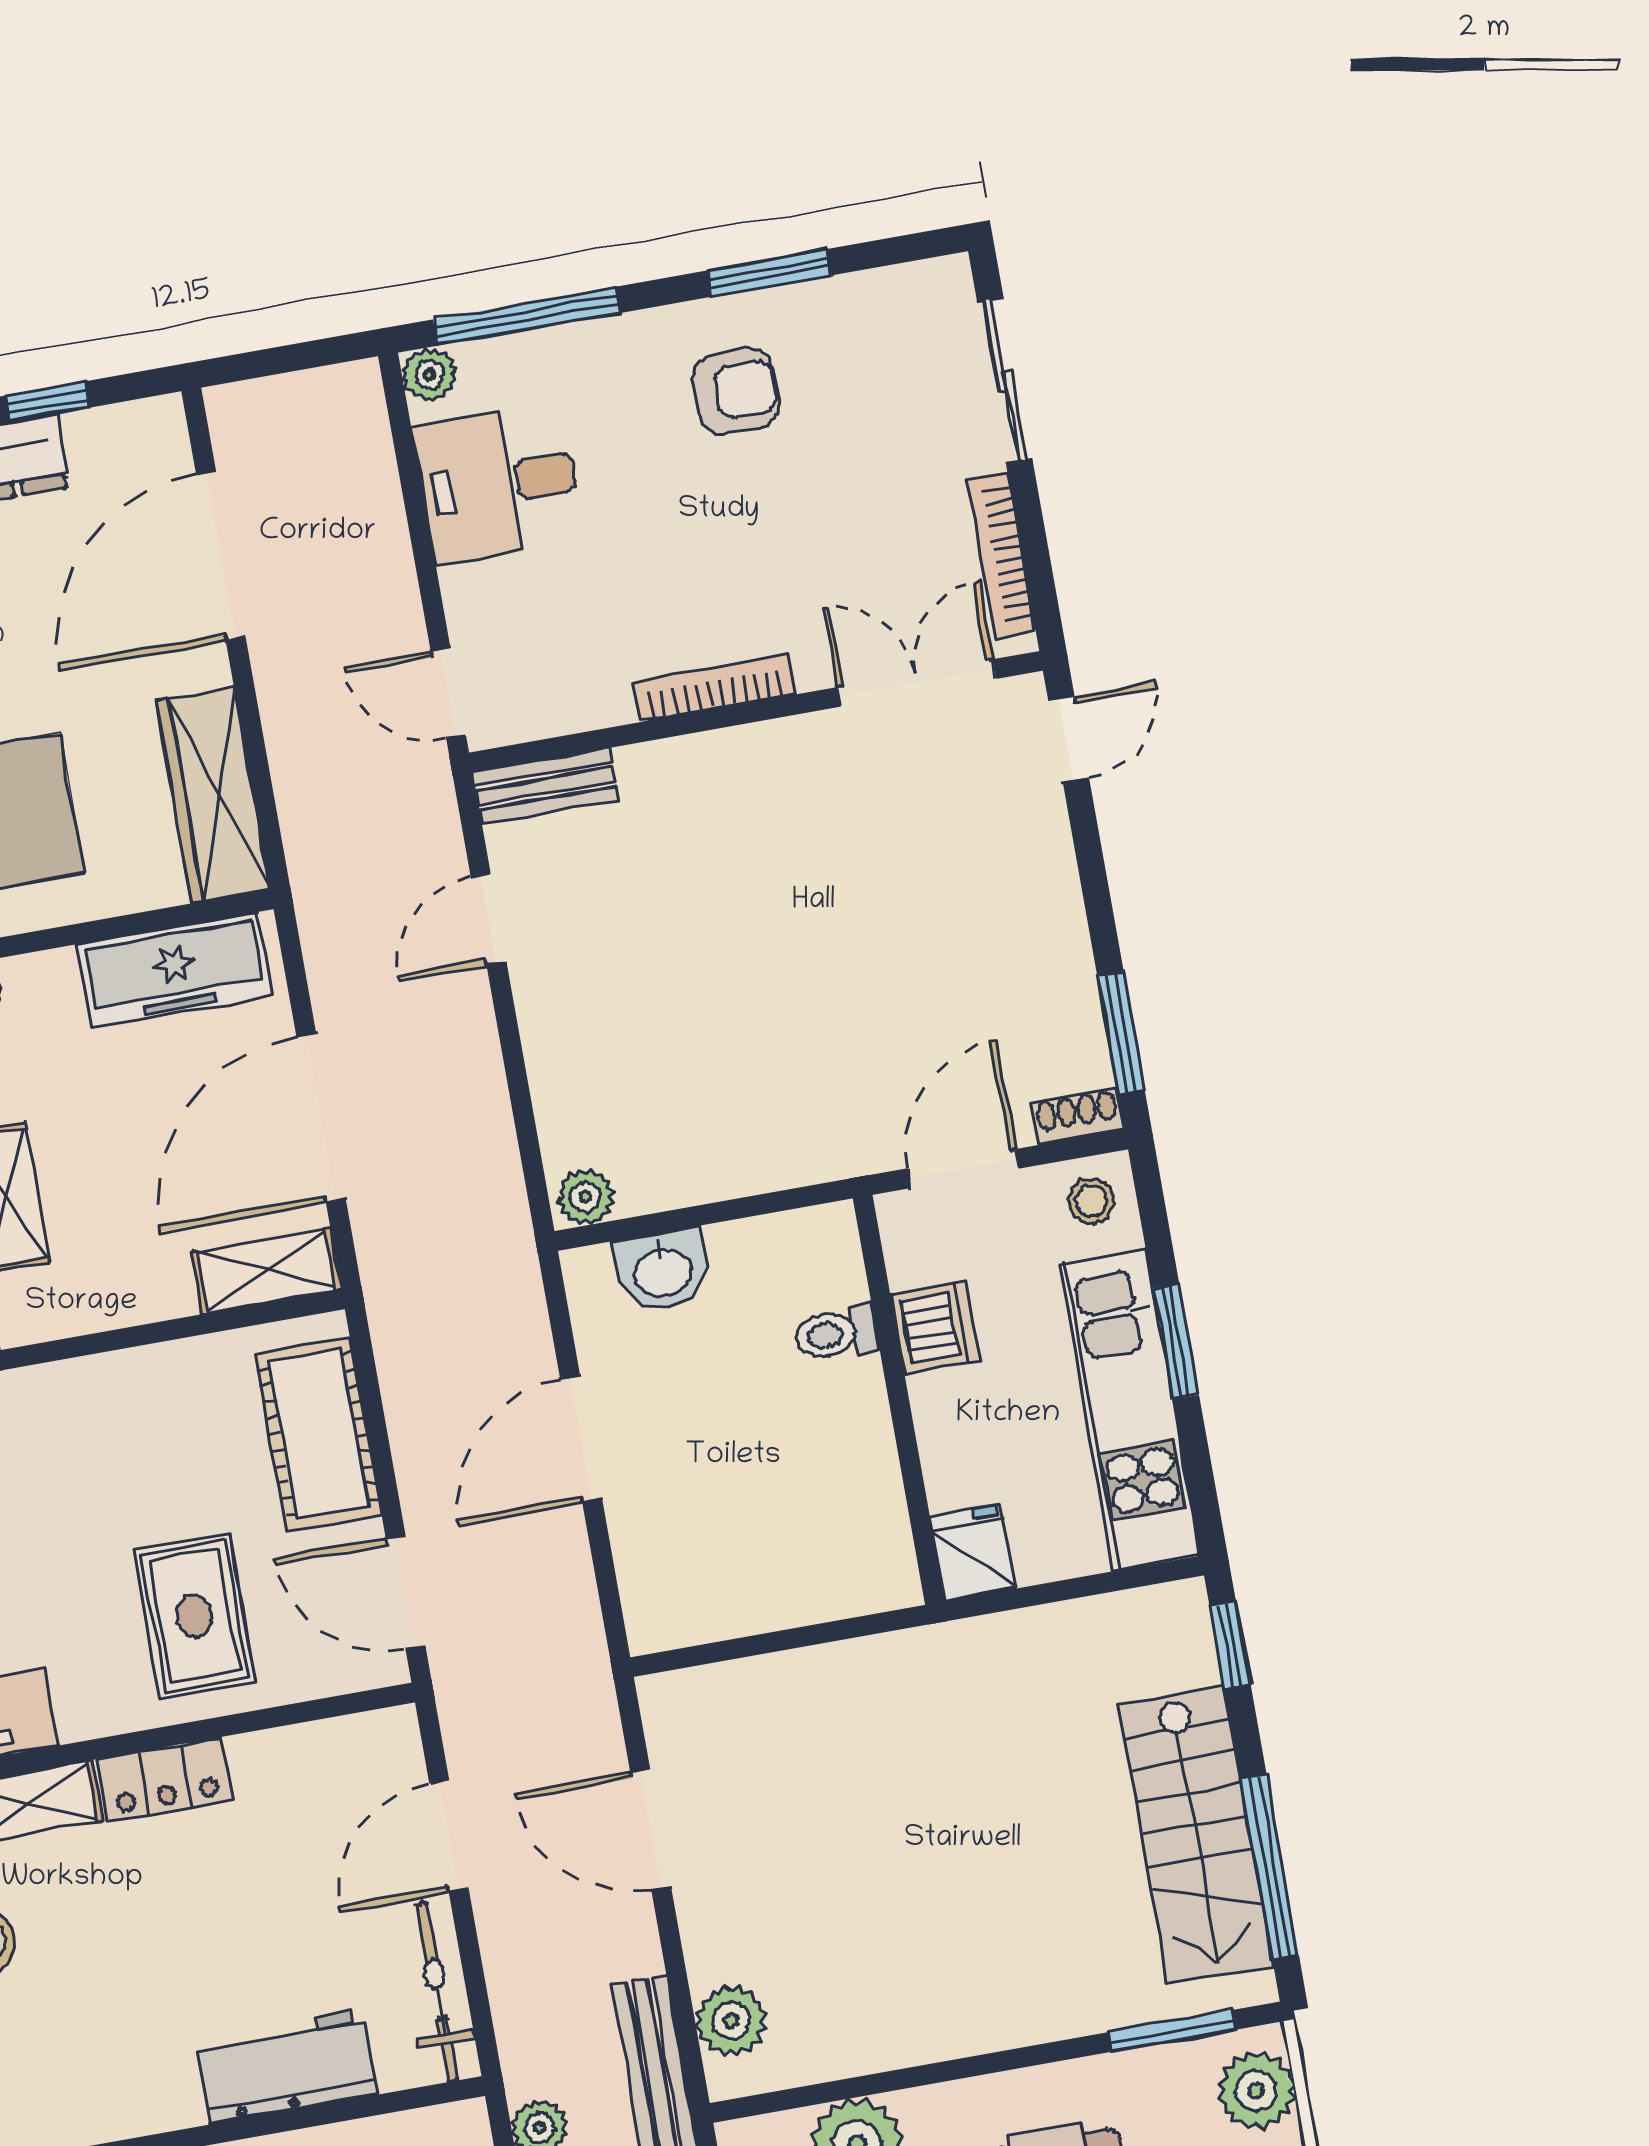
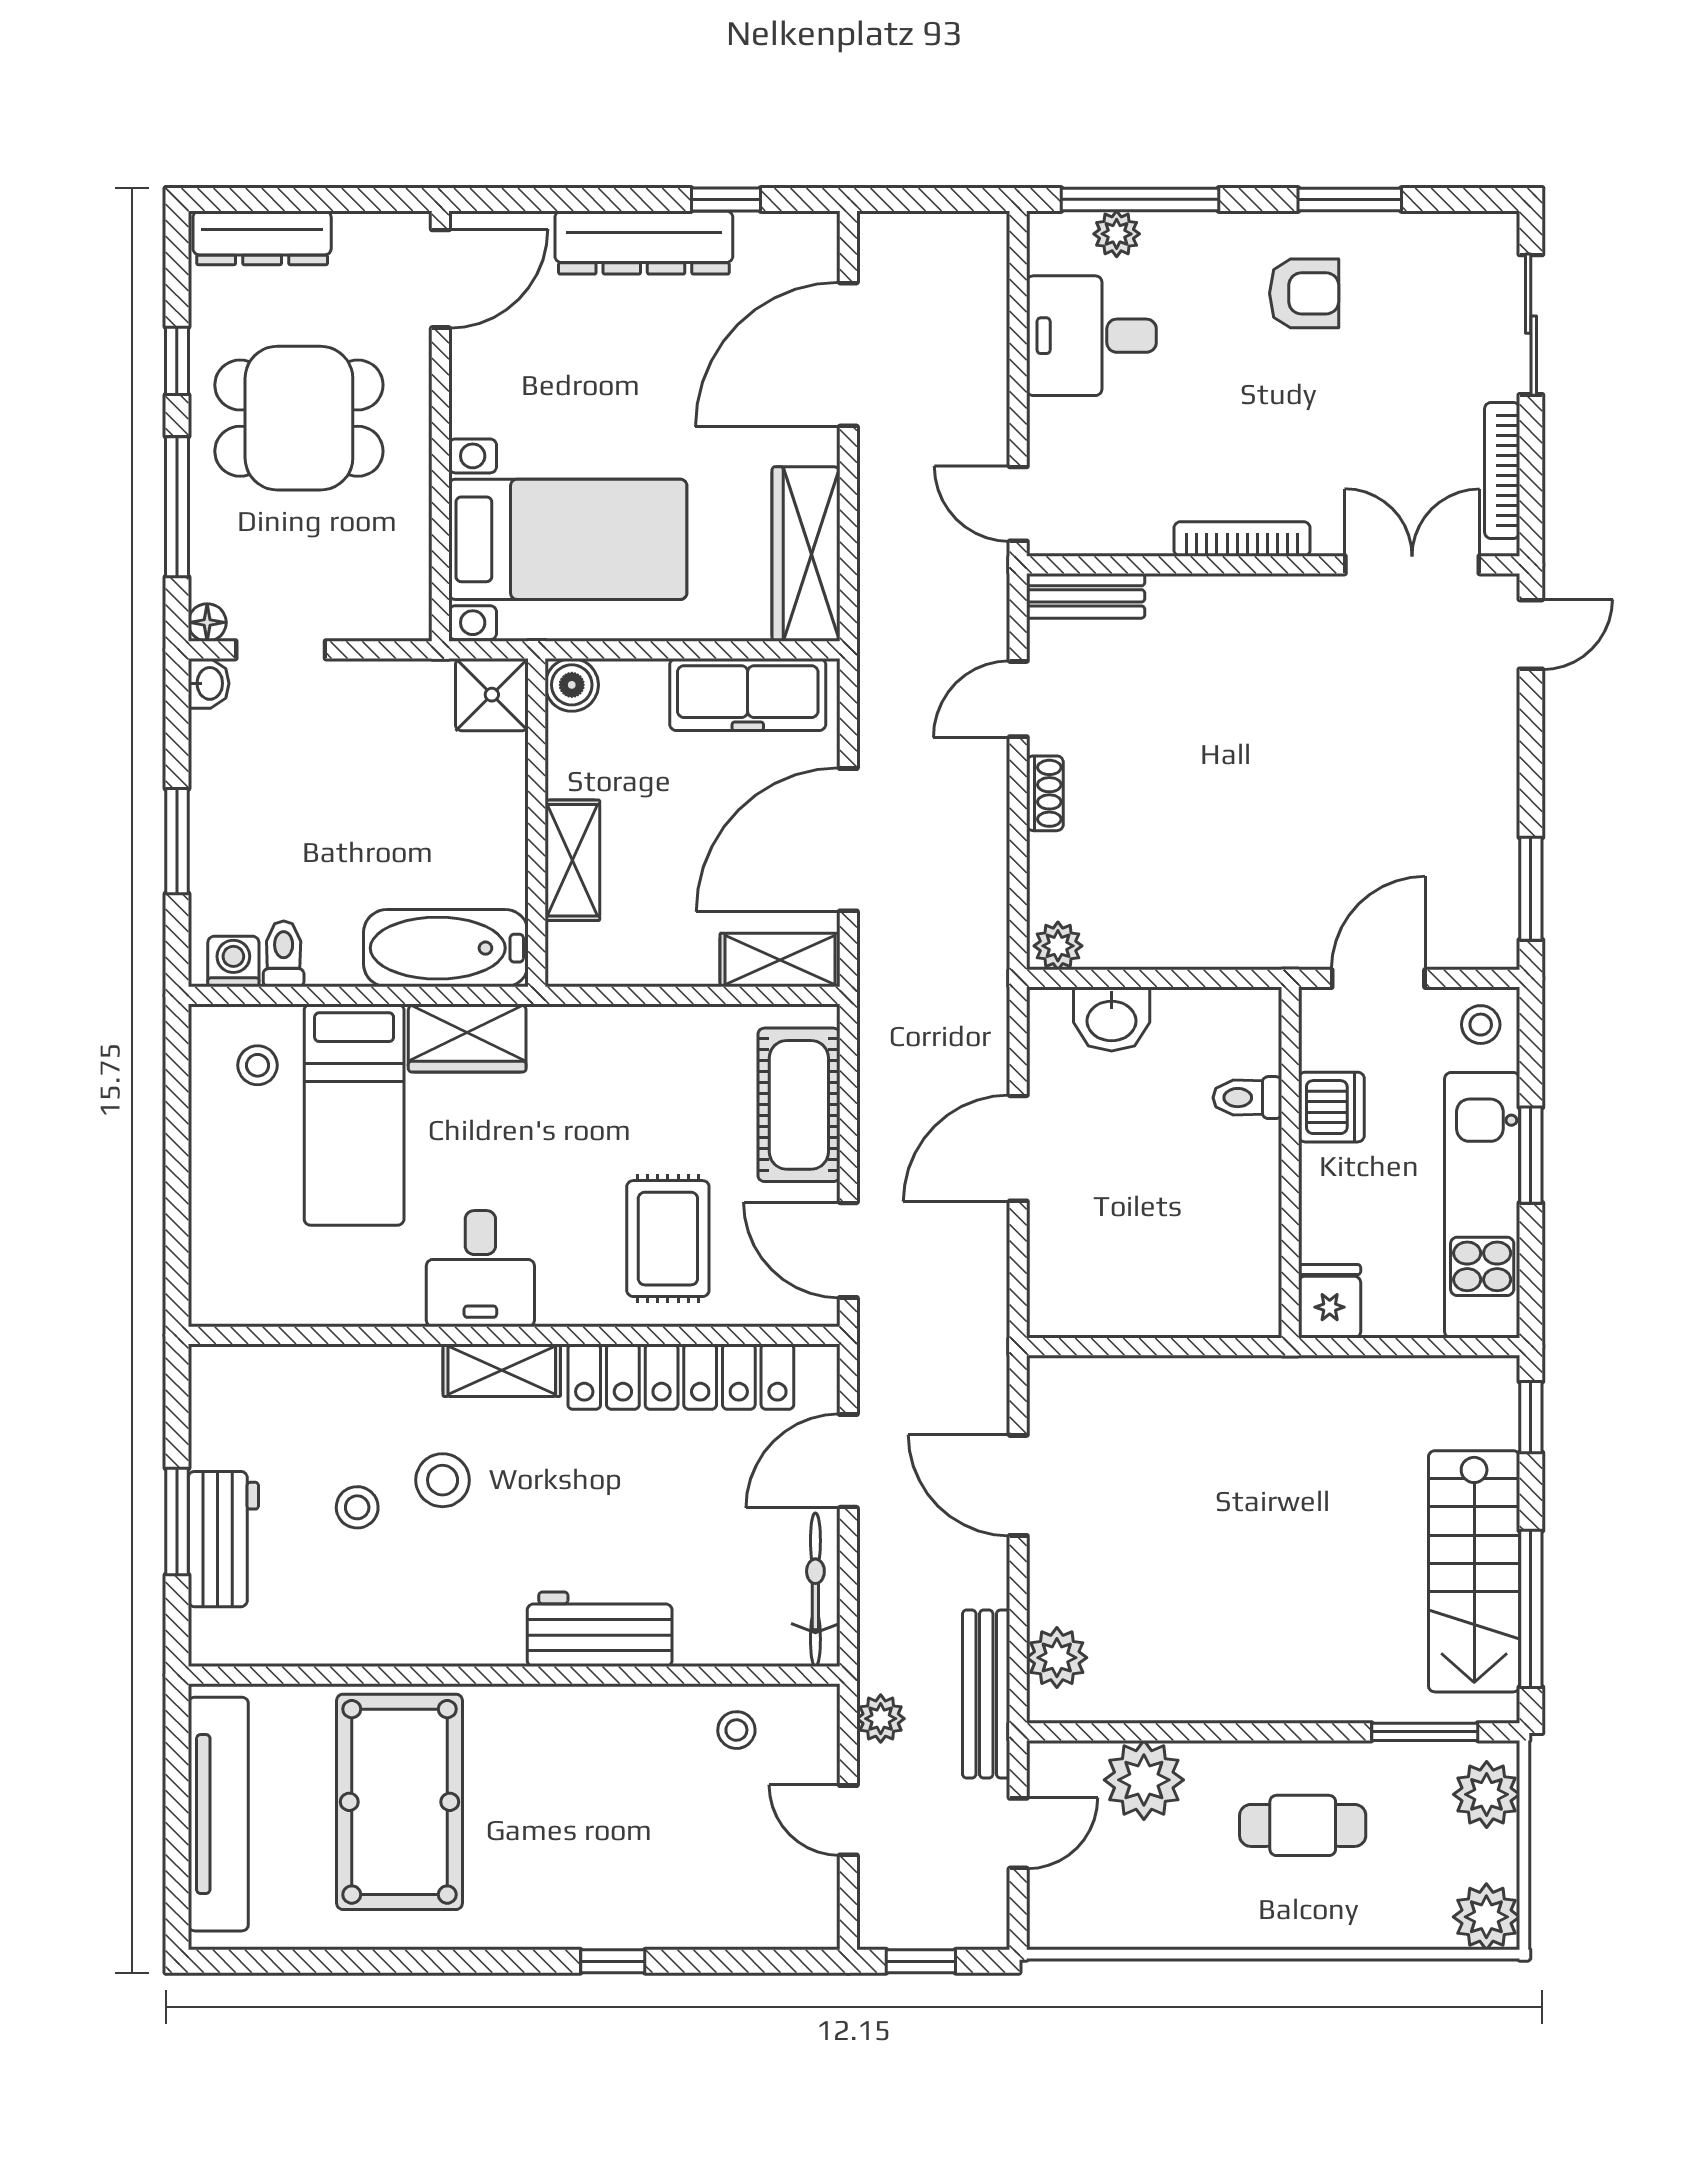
plant: (429, 375) -> (1117, 234), moved
shoe rack: (1077, 1116) -> (1045, 793), moved, turned 90
locker: (165, 1779) -> (681, 1377), width x2.16, depth x1.21
workbench: (286, 2066) -> (600, 1629), moved

